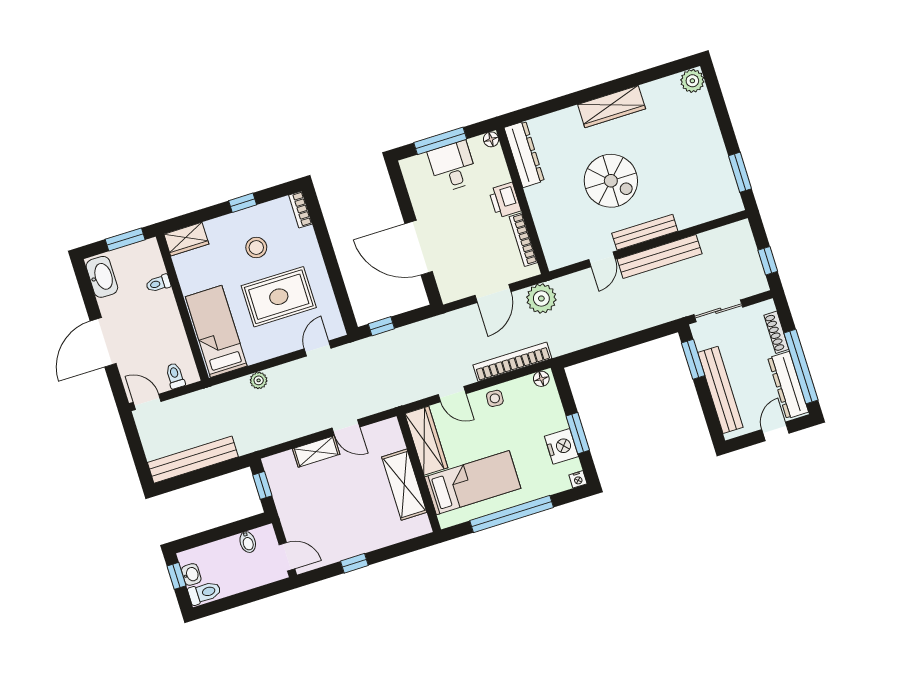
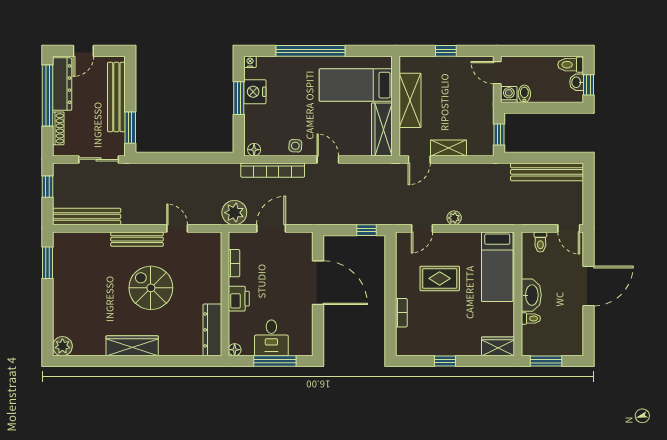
bookcase: (300, 209) -> (401, 313), moved
bookcase: (523, 240) -> (234, 263), width x0.64
stool: (256, 248) -> (445, 323), removed
bench: (660, 256) -> (87, 216), moved
door: (602, 259) -> (177, 228), hinge flipped
washbasin: (102, 277) -> (531, 295), moved, turned 180
rug: (279, 297) -> (440, 278), width x0.73, depth x0.70
plant: (259, 380) -> (454, 218), moved
door: (346, 428) -> (419, 159), swing flipped
wardrobe: (426, 441) -> (382, 129), moved
wall: (419, 473) -> (396, 106), moved
bed: (473, 483) -> (356, 85), moved
shelving: (404, 485) -> (410, 100), moved
washing machine: (265, 536) -> (509, 94), added

